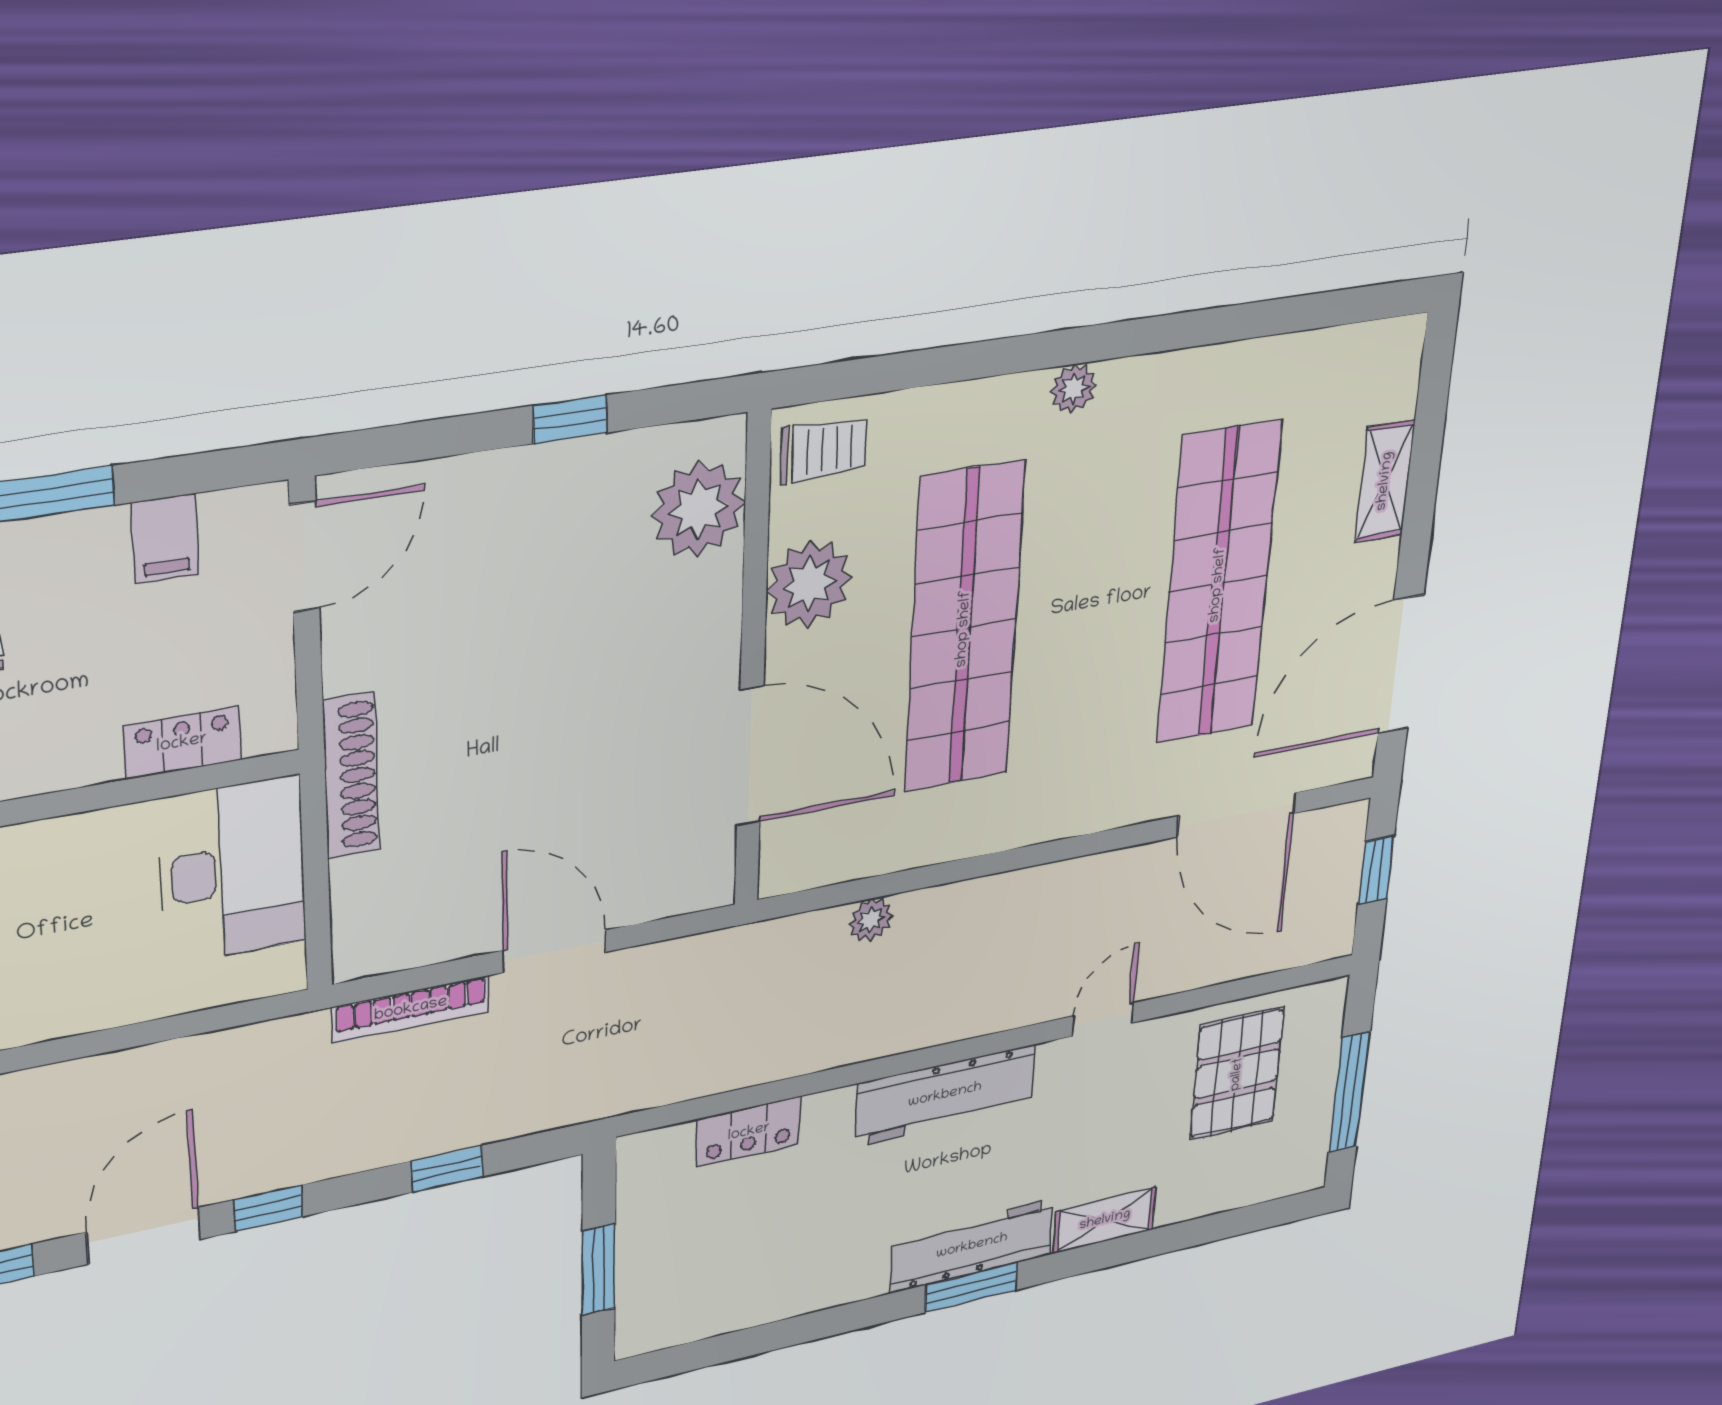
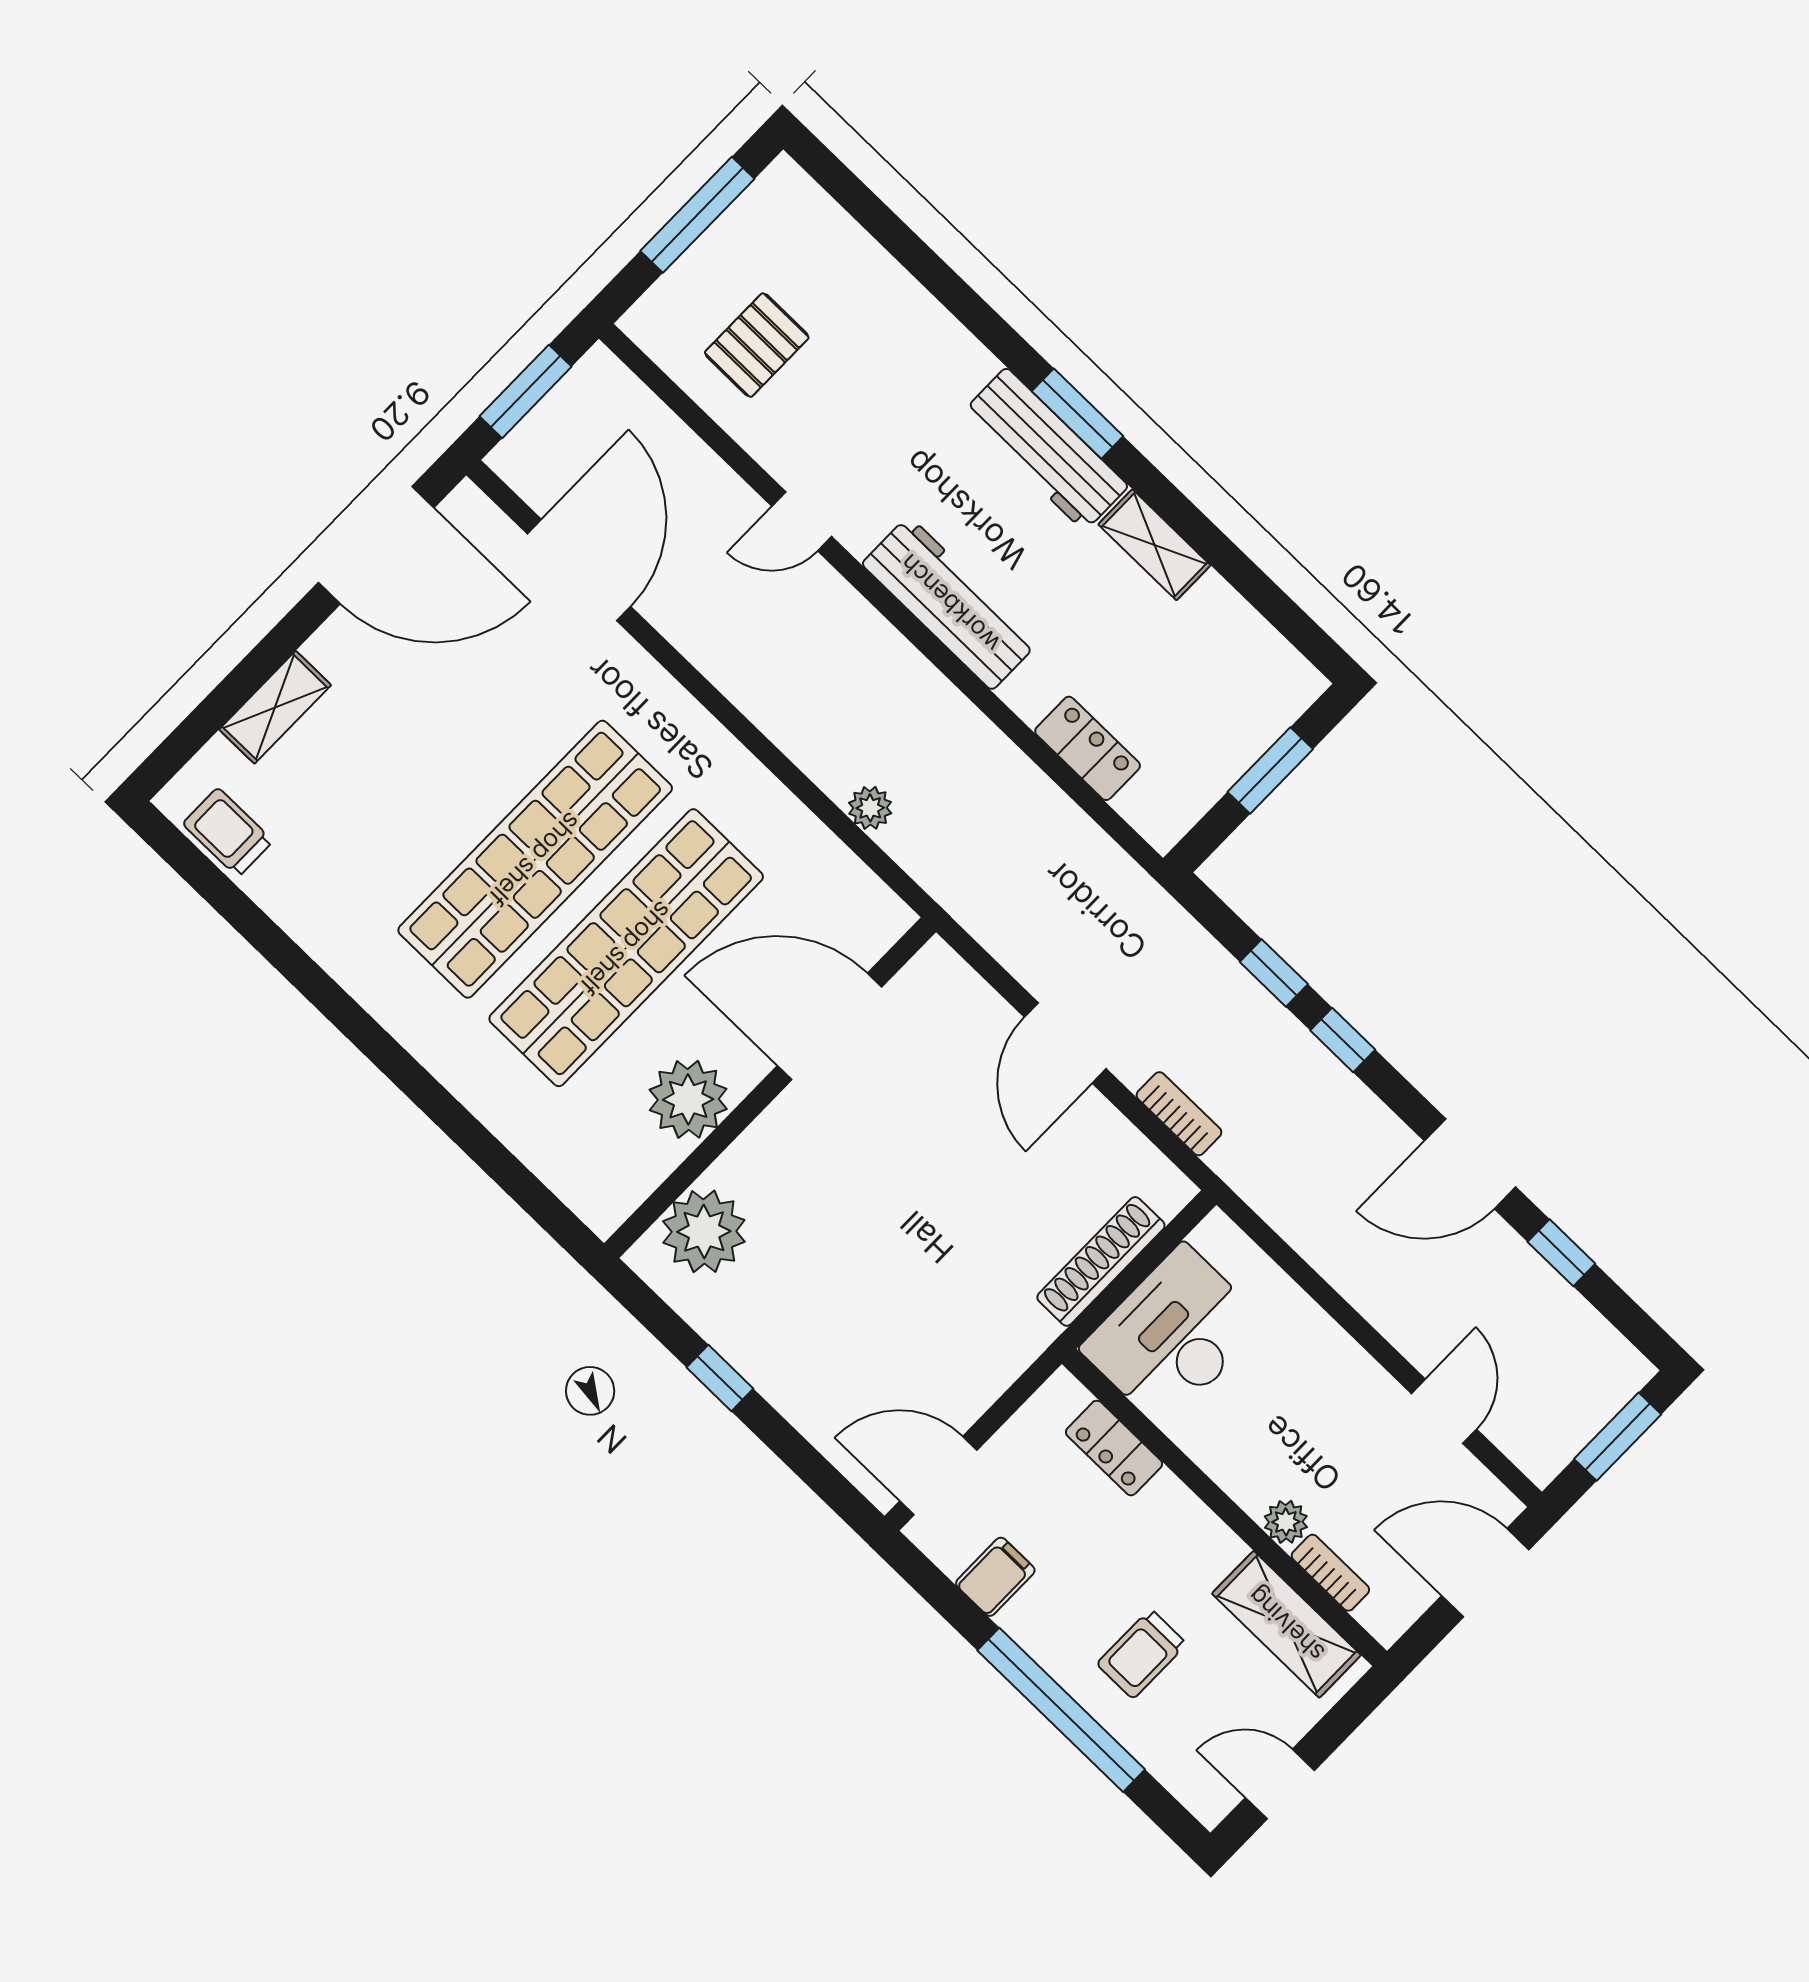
plant: (1074, 389) -> (417, 1031), removed
trolley: (824, 450) -> (228, 832), moved
shop shelf: (1218, 584) -> (535, 859), moved
door: (750, 756) -> (830, 1026), hinge flipped
shoe rack: (351, 776) -> (1101, 1261), moved
window: (1376, 870) -> (526, 391), width x1.50
bookcase: (411, 1009) -> (1179, 1114), width x0.64
pallet: (1237, 1074) -> (757, 345), width x0.67, depth x0.71
window: (268, 1208) -> (1343, 1040), moved
shelving: (1105, 1220) -> (1154, 545), moved

